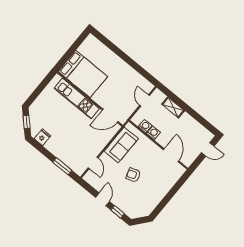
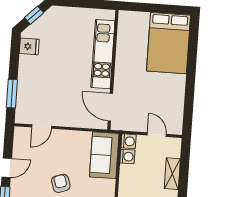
bed: (83, 74) -> (169, 43), moved
door: (145, 100) -> (157, 135), hinge flipped
washing machine: (153, 133) -> (129, 141), moved
sofa: (121, 145) -> (104, 155), moved, turned 90

